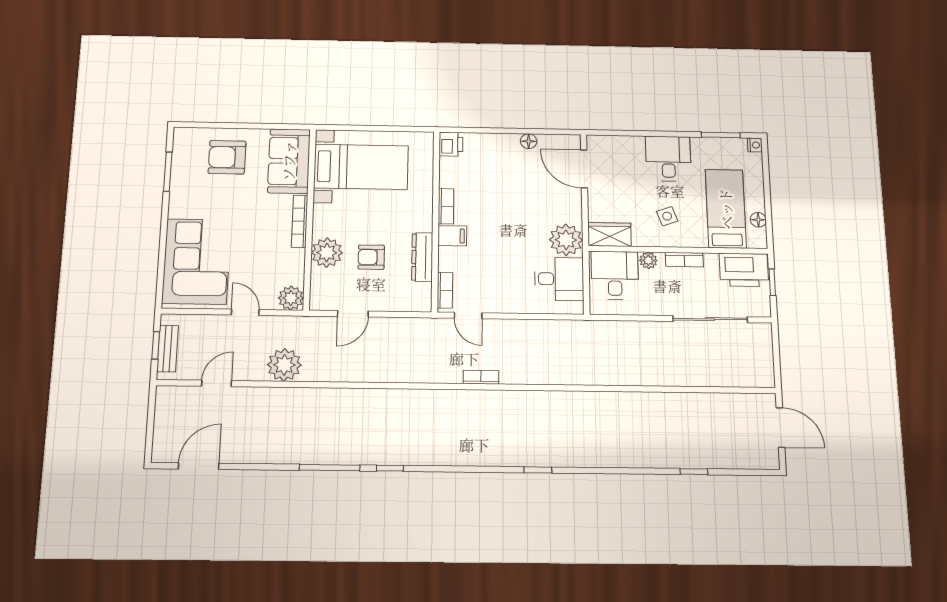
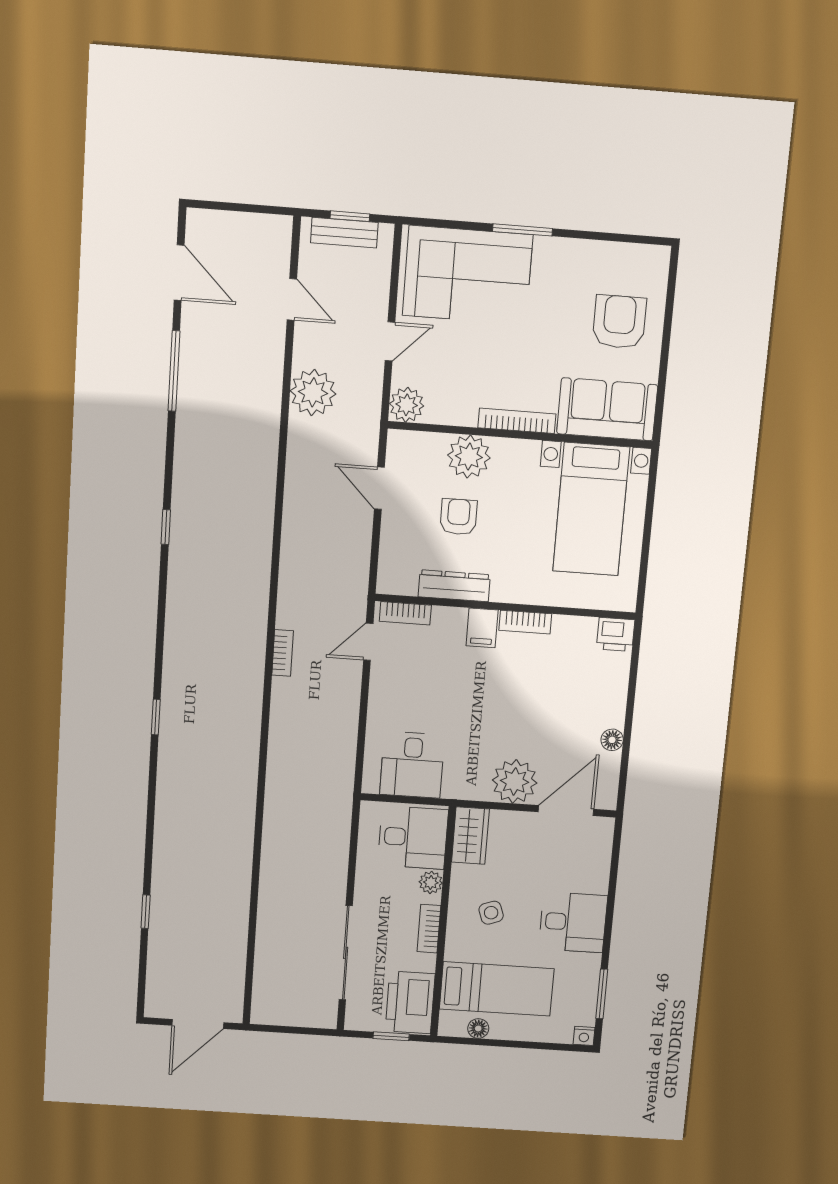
window: (168, 172) -> (522, 230), moved
plant: (566, 240) -> (515, 781), moved
window: (330, 468) -> (174, 371), moved

